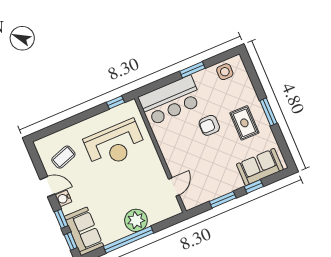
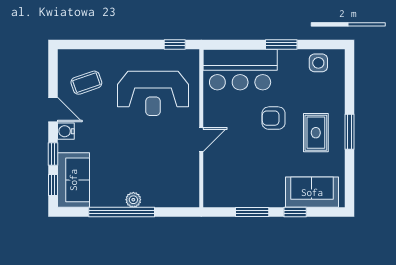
door: (174, 187) -> (201, 140), moved
plant: (136, 220) -> (133, 200), width x0.53, depth x0.53

